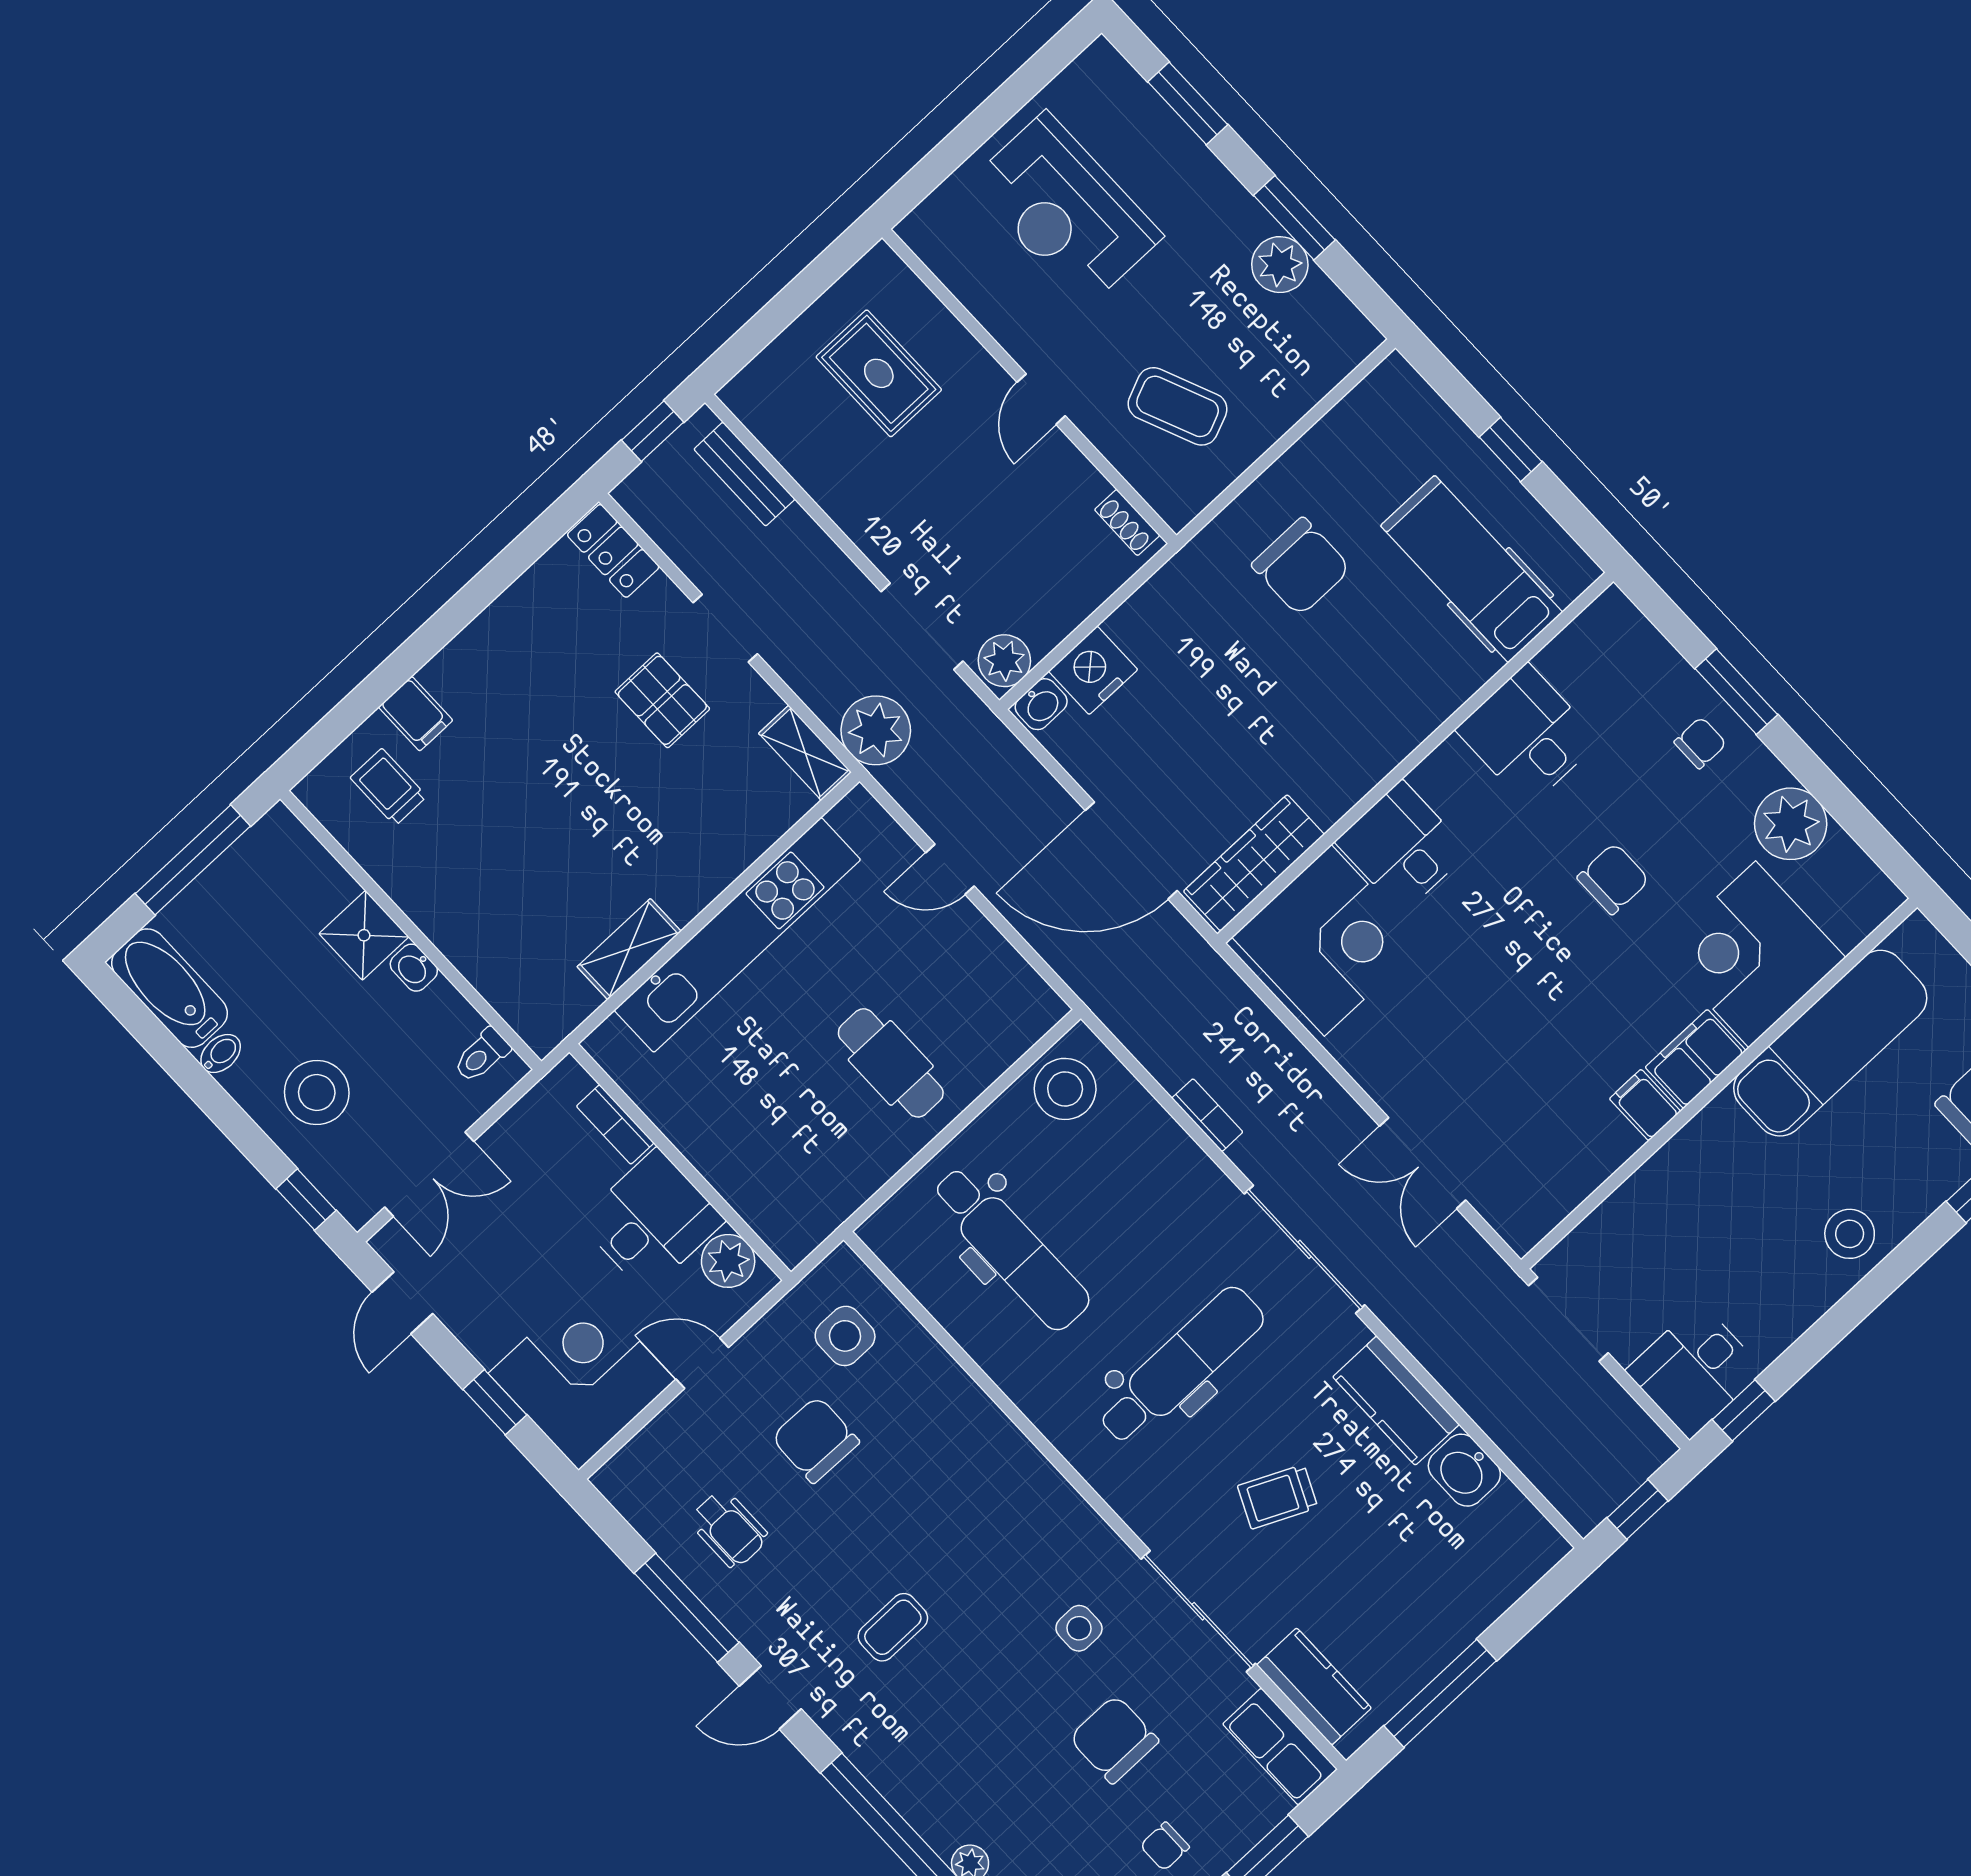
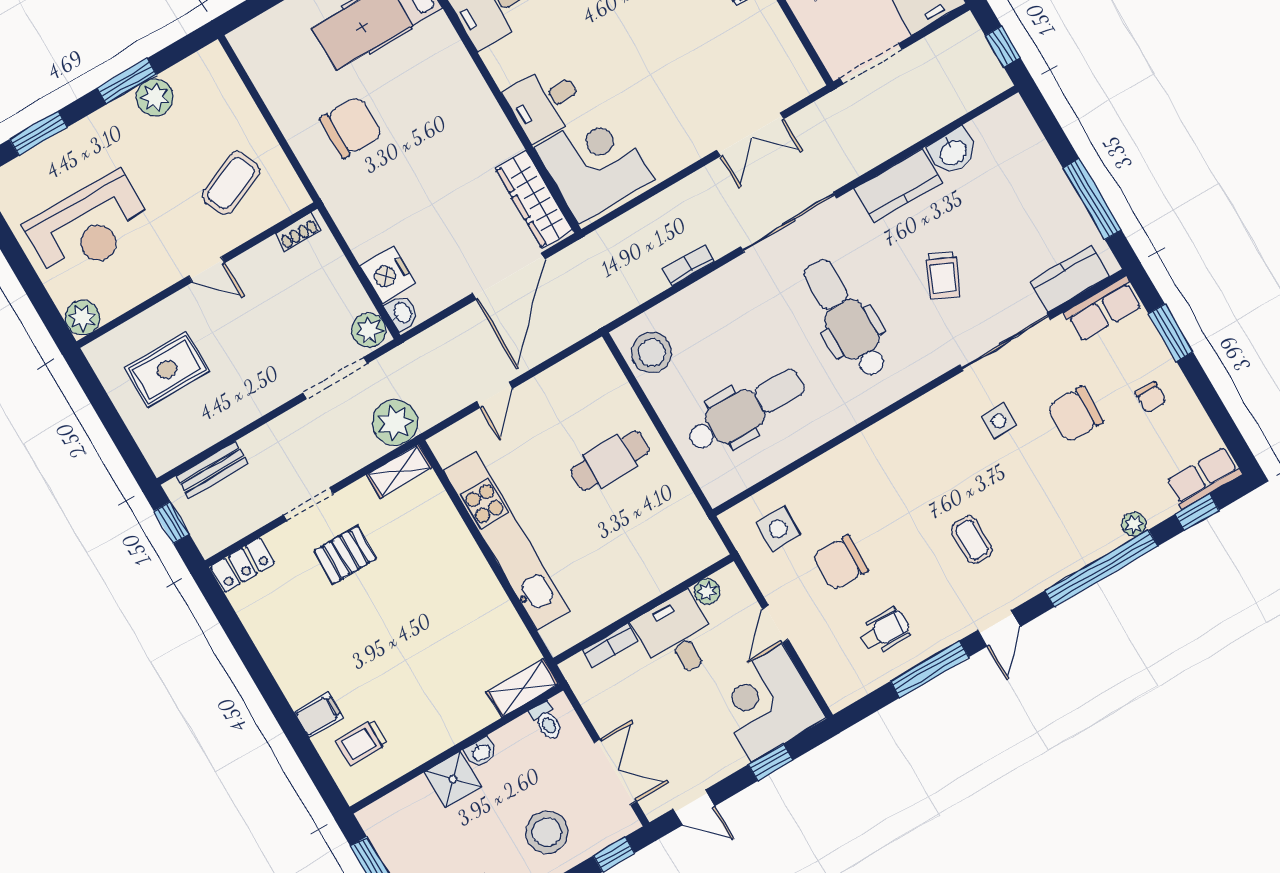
plant: (928, 230) -> (82, 318), added
shelving: (629, 949) -> (523, 688), moved, turned 90
plant: (728, 1261) -> (707, 591), width x0.73, depth x0.73

